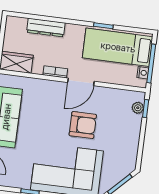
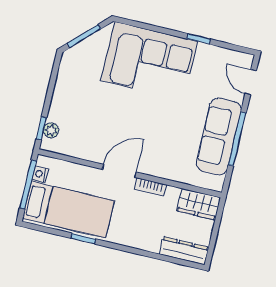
dresser: (46, 28) -> (184, 251), moved
armchair: (83, 125) -> (123, 116), removed

